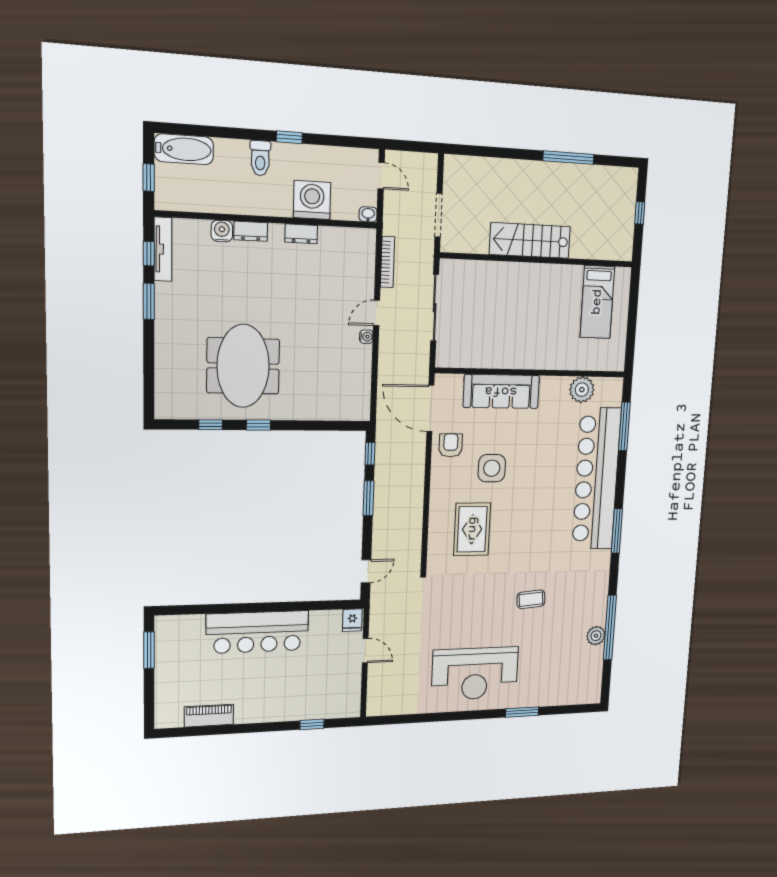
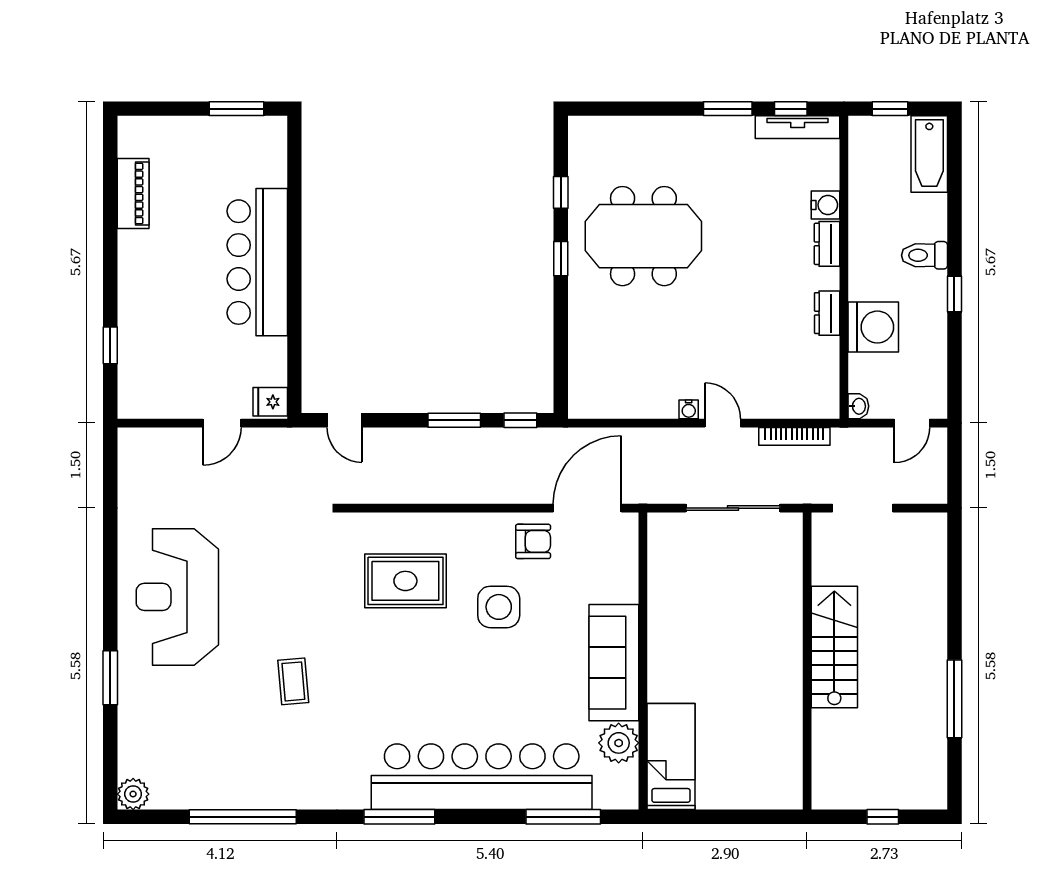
bed: (597, 302) -> (671, 757), moved, turned 90
sofa: (501, 391) -> (614, 663), moved
plant: (596, 636) -> (133, 794), moved

